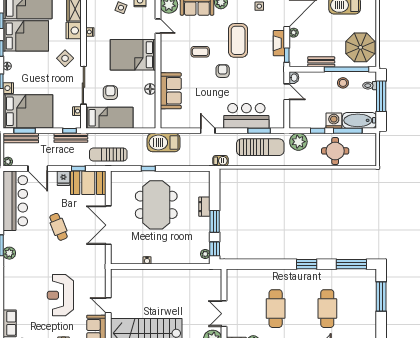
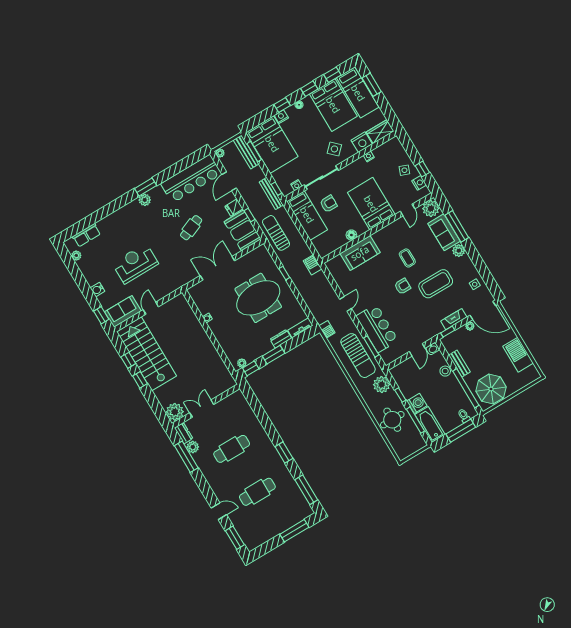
stool: (343, 83) -> (445, 371), moved
barbecue: (164, 143) -> (313, 265), width x0.53, depth x0.65
tv unit: (205, 183) -> (300, 328), added

